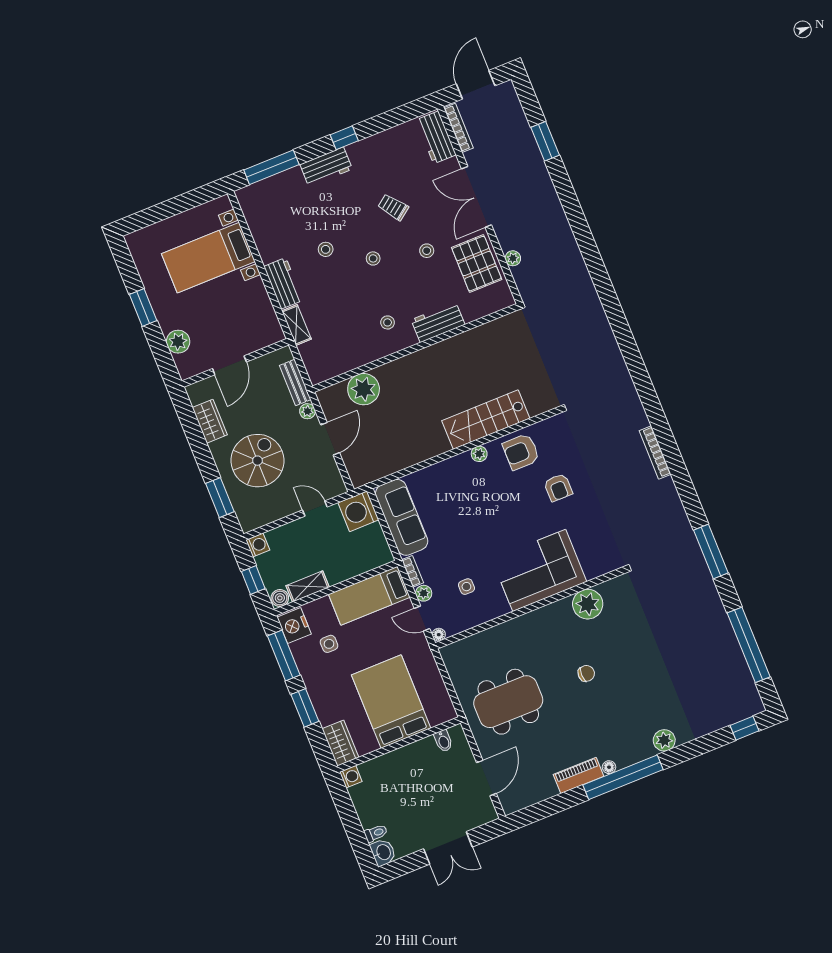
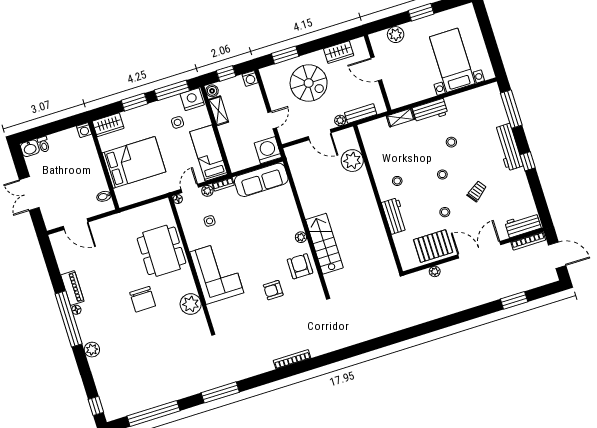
workbench: (326, 167) -> (509, 147), width x1.38
chair: (586, 673) -> (143, 299), width x1.87, depth x1.87
dining table: (508, 702) -> (161, 251), moved

